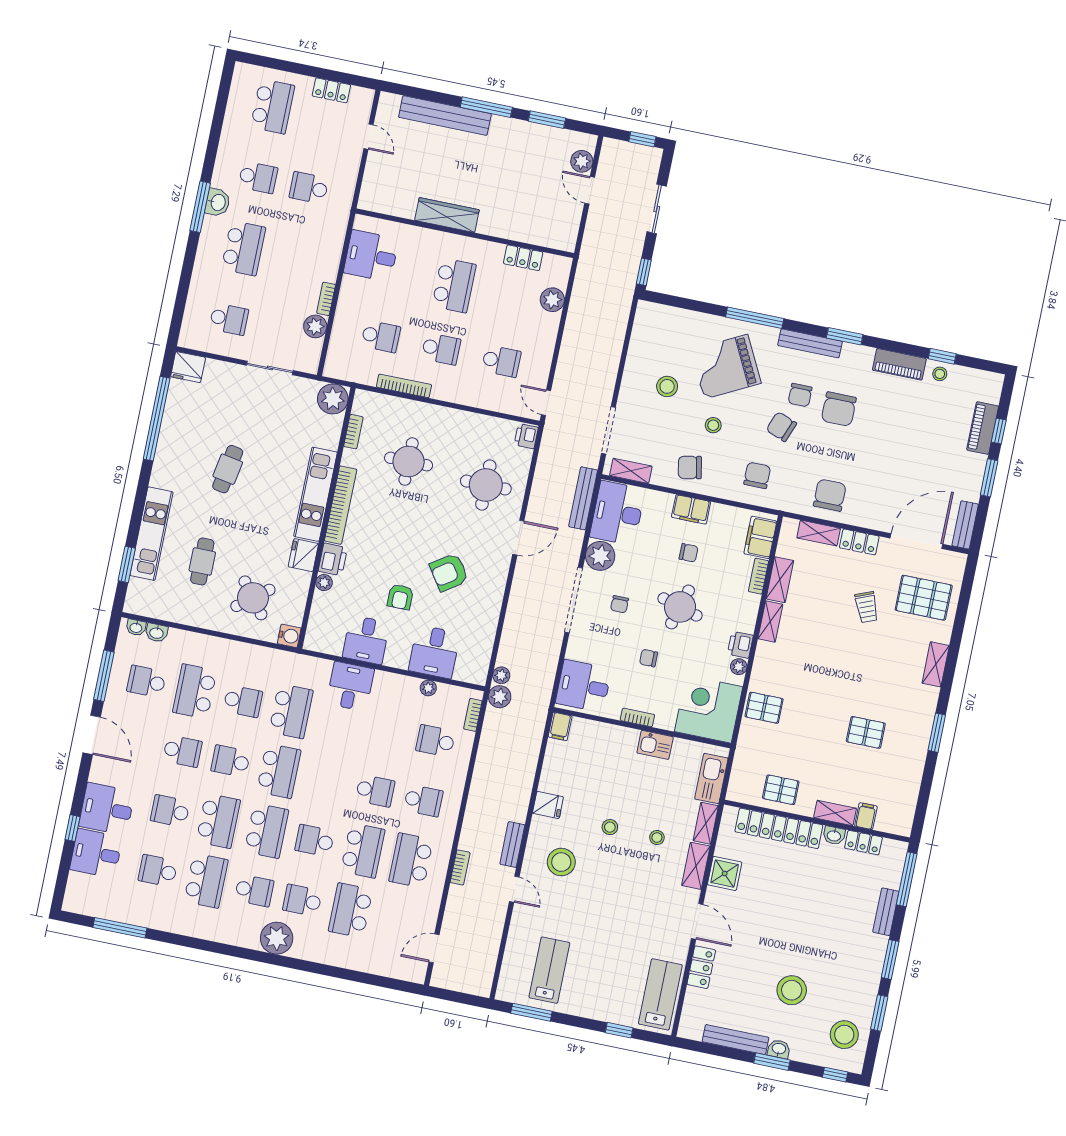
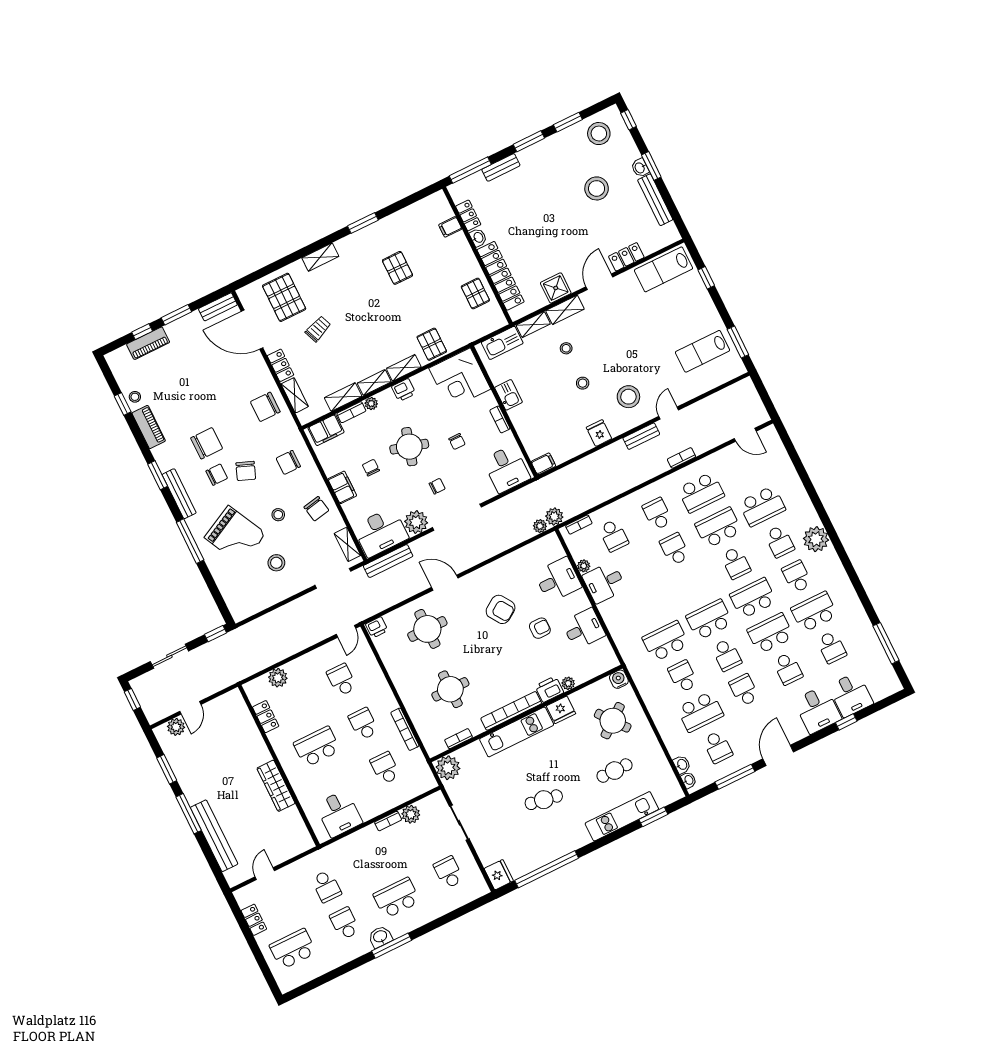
plant: (739, 667) -> (371, 404), moved
desk: (350, 686) -> (604, 582), moved
shelving: (835, 813) -> (404, 368), moved, turned 90

